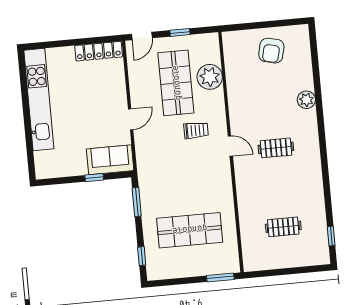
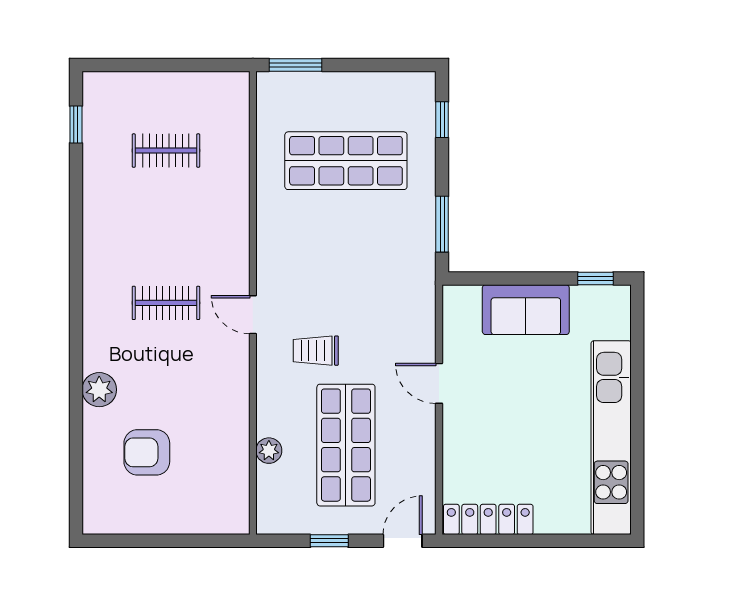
armchair: (271, 51) -> (147, 452), moved, turned -103
plant: (210, 77) -> (269, 451), width x0.53, depth x0.53
door: (131, 119) -> (439, 383), hinge flipped
sofa: (110, 160) -> (526, 310), moved
window: (94, 178) -> (595, 278), moved

